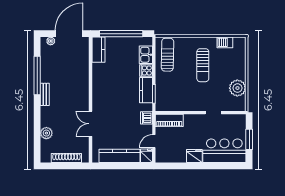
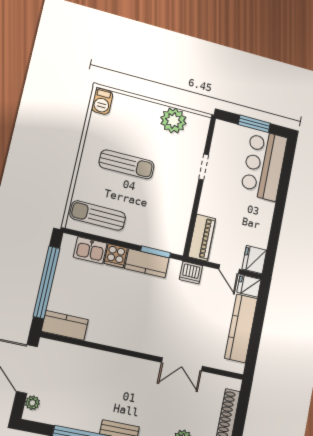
barbecue: (225, 42) -> (102, 101), moved
fridge: (194, 156) -> (254, 260), moved

